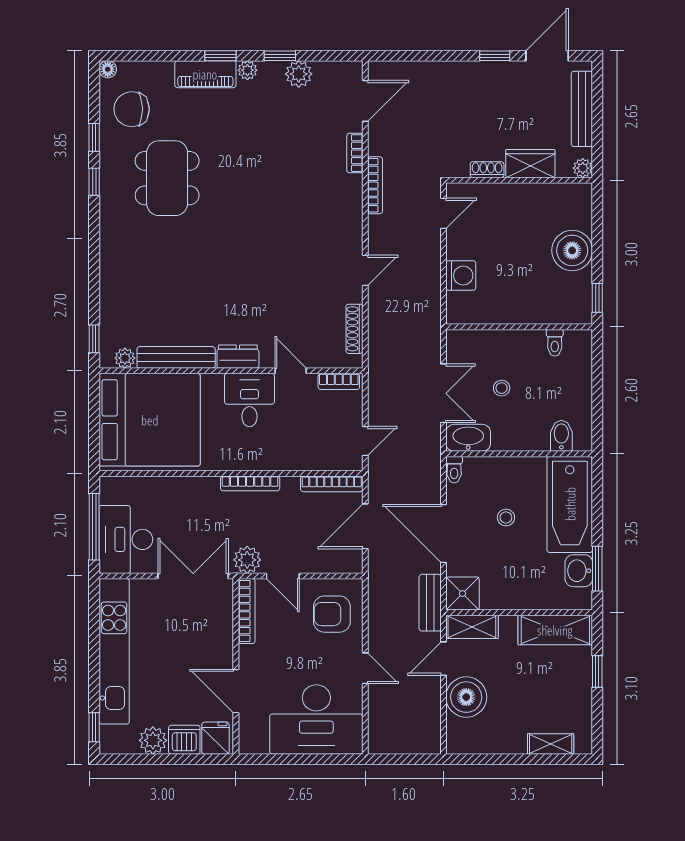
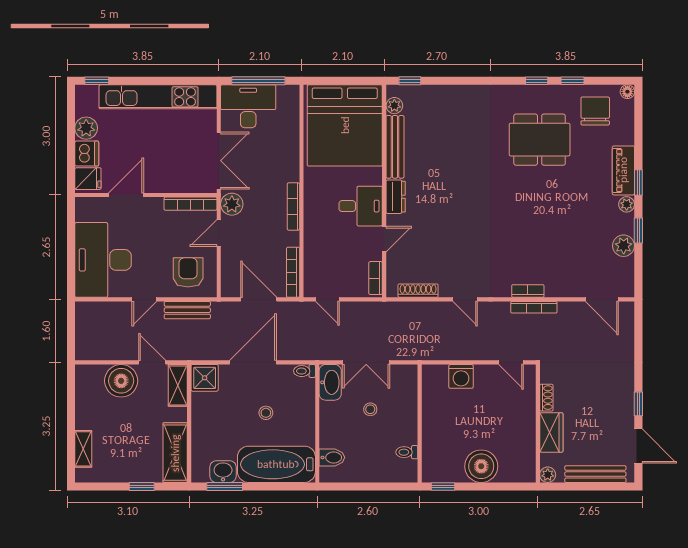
bookcase: (355, 153) -> (528, 291), moved
bench: (430, 603) -> (187, 310), moved

